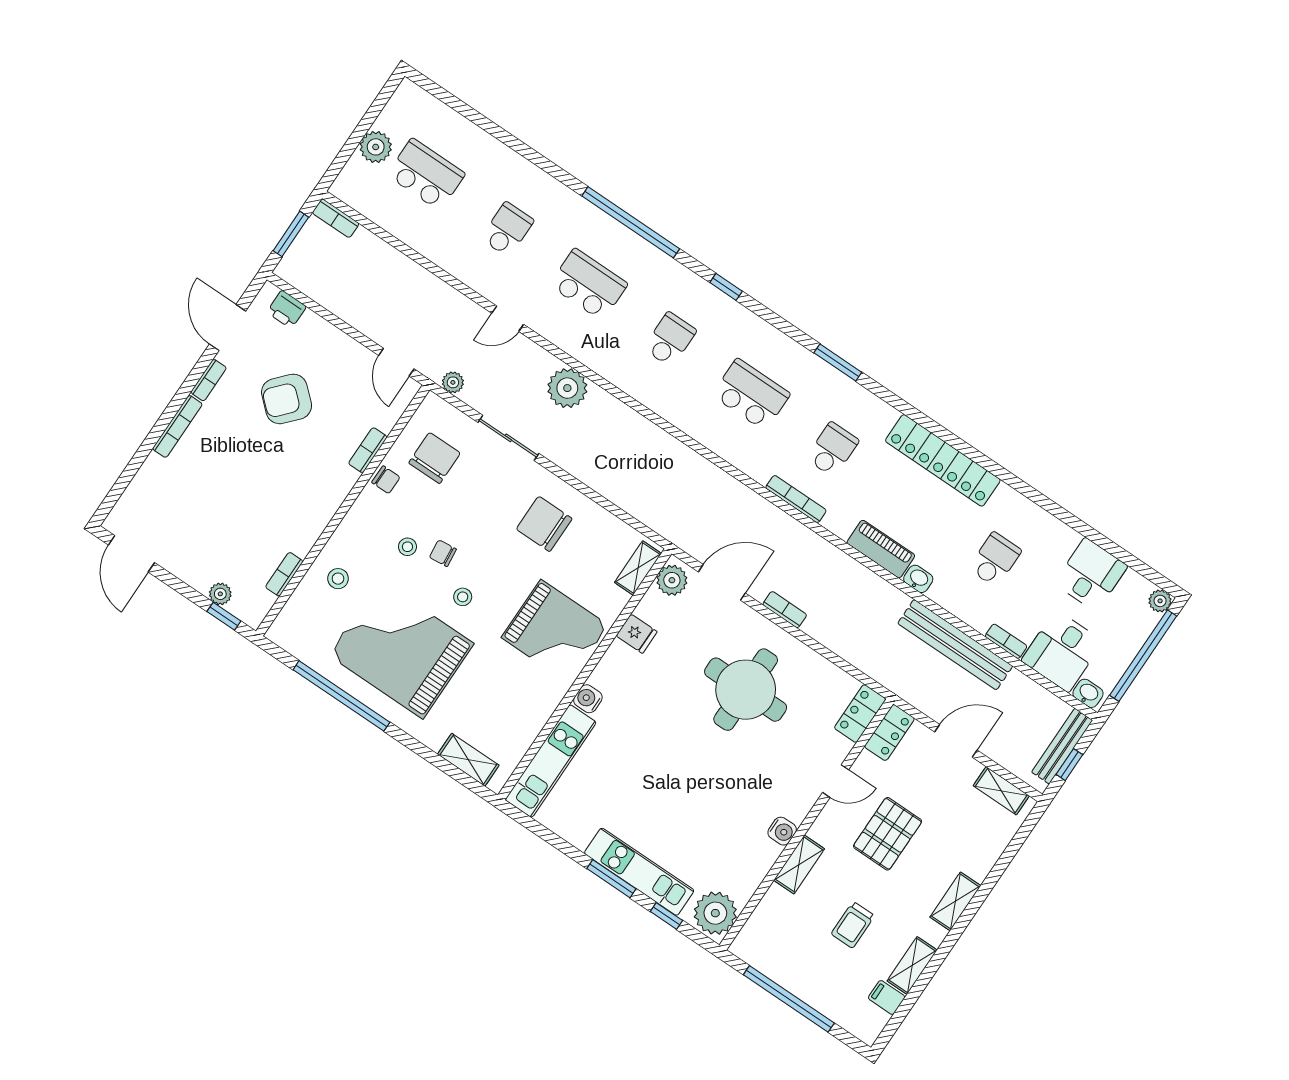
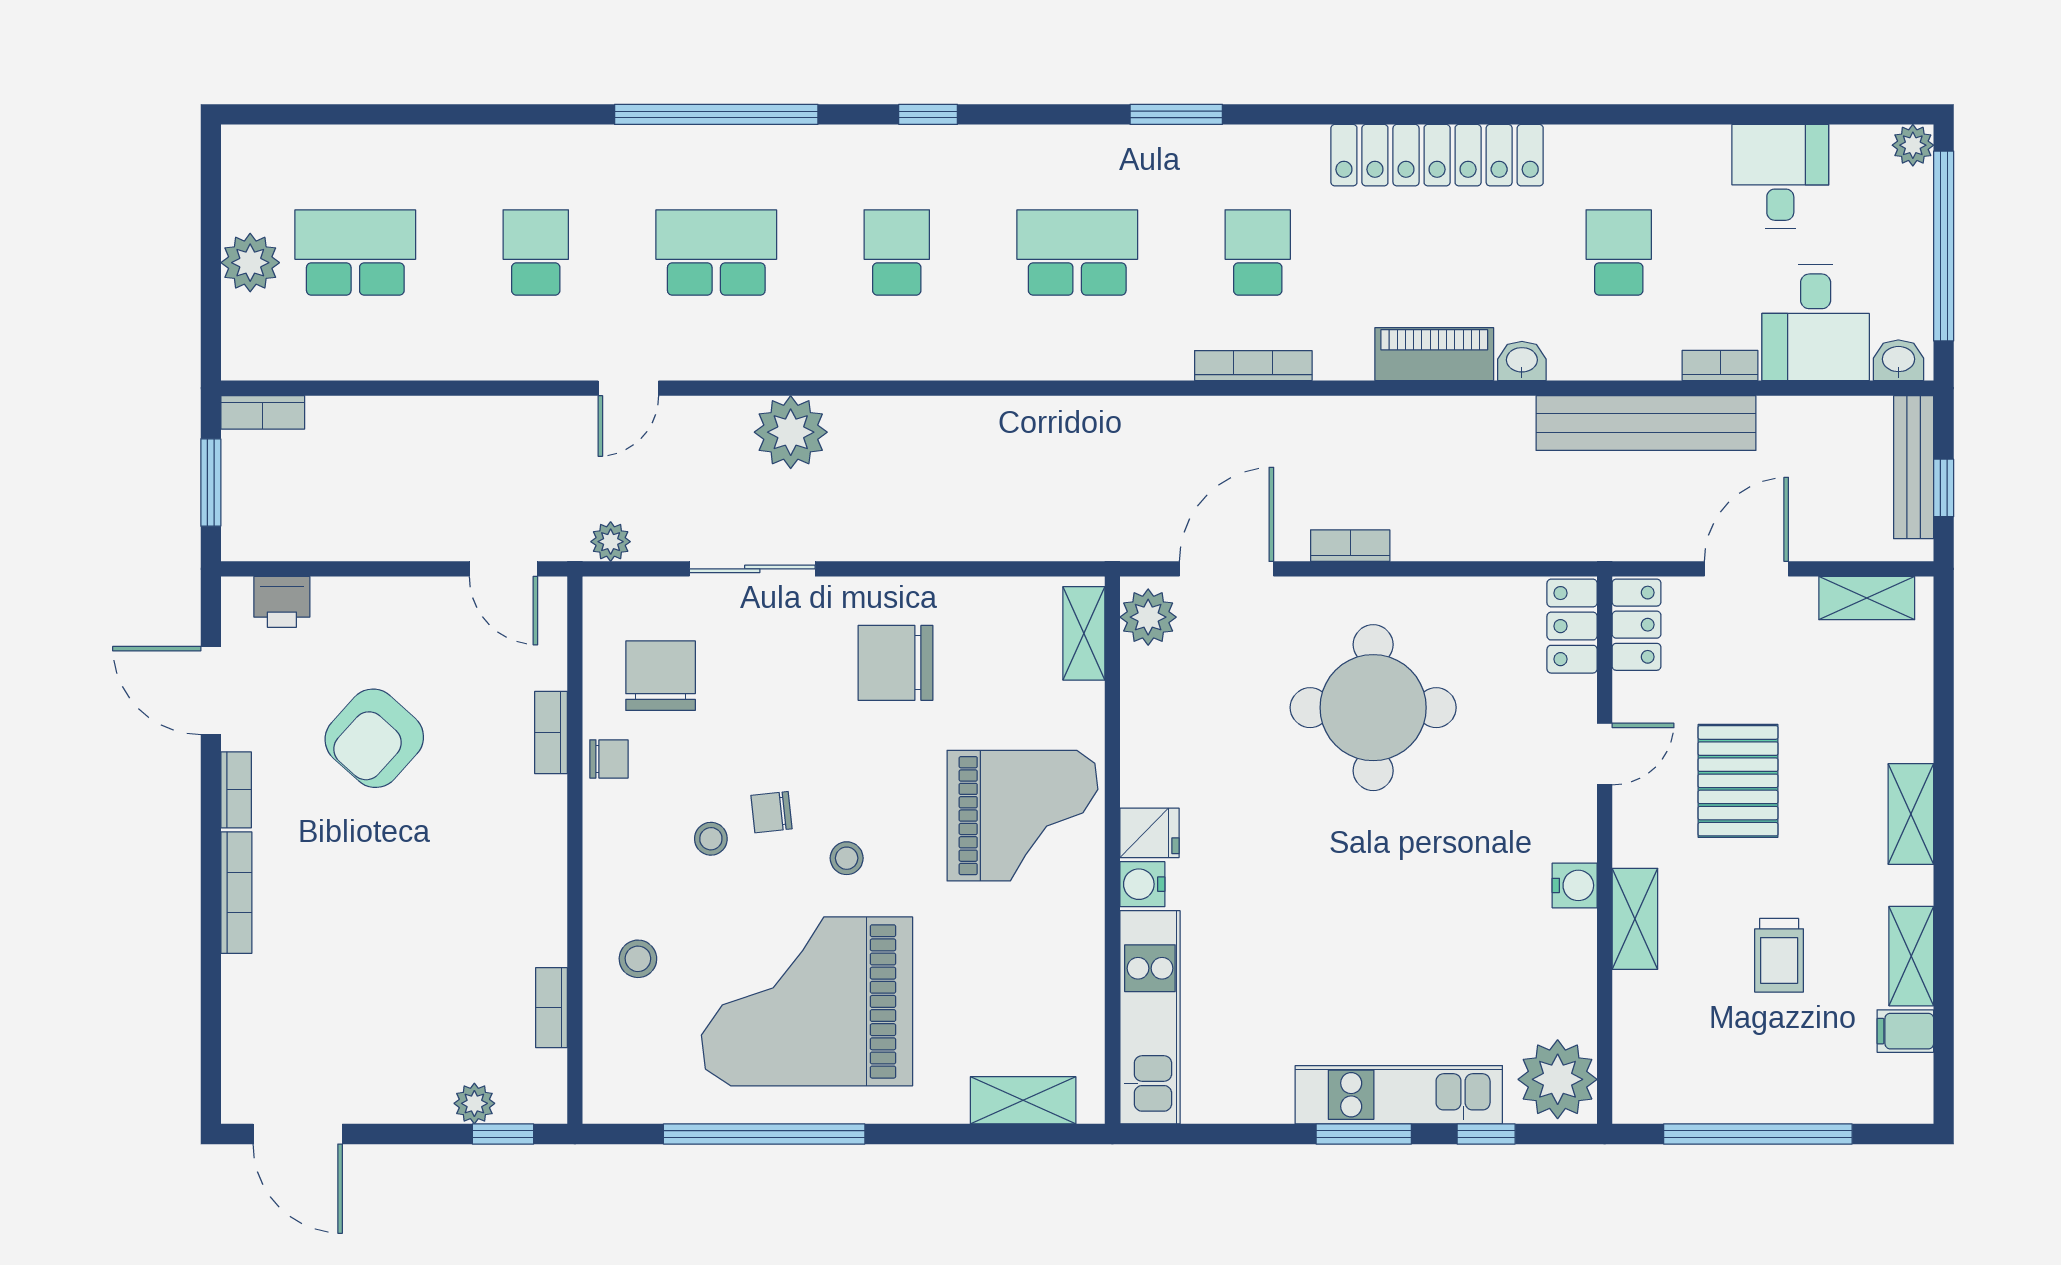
fridge: (637, 634) -> (1150, 833), moved

